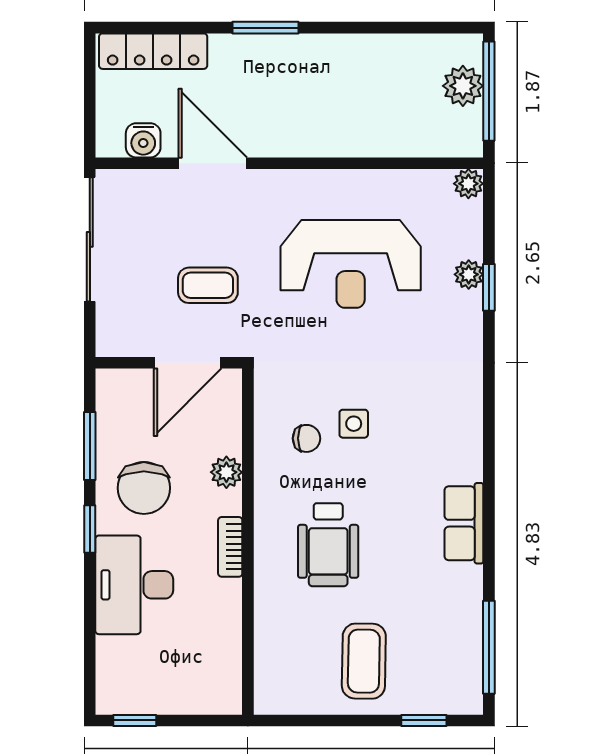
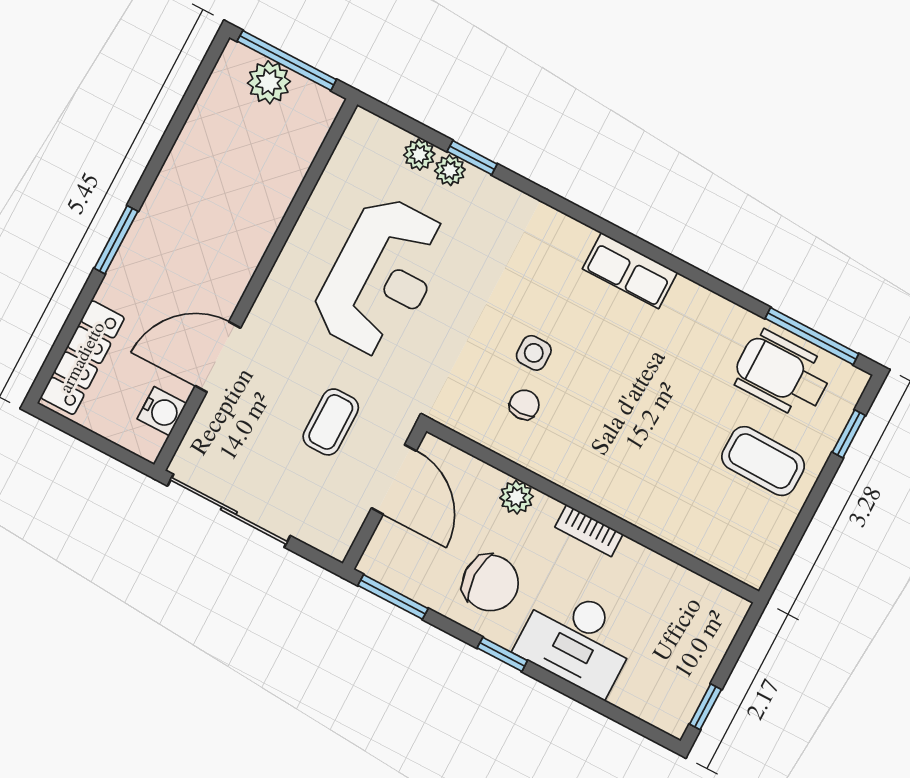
plant: (468, 184) -> (419, 155), moved
window: (90, 446) -> (393, 597), moved
row of seats: (464, 523) -> (630, 271), moved
wheelchair: (328, 545) -> (782, 374), moved, turned 180

